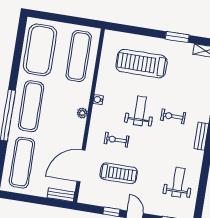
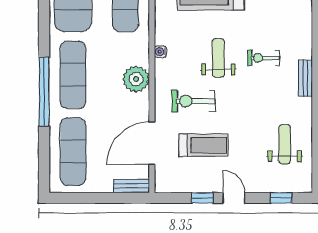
plant: (82, 113) -> (136, 79), width x1.87, depth x1.87
exercise bike: (116, 140) -> (194, 101), width x1.38, depth x1.39

